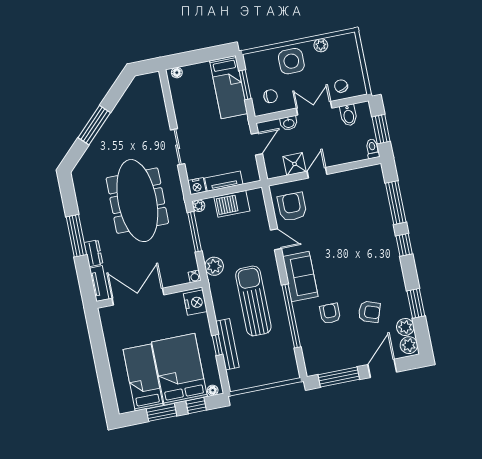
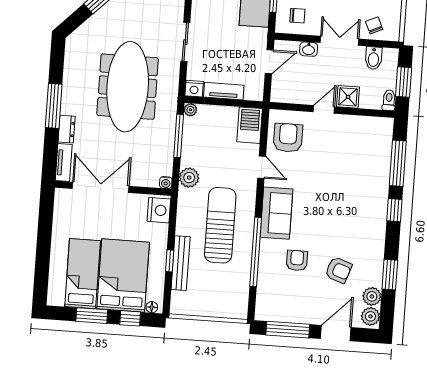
shower: (295, 164) -> (348, 97), moved
barbecue: (232, 204) -> (250, 125), moved, turned 90

